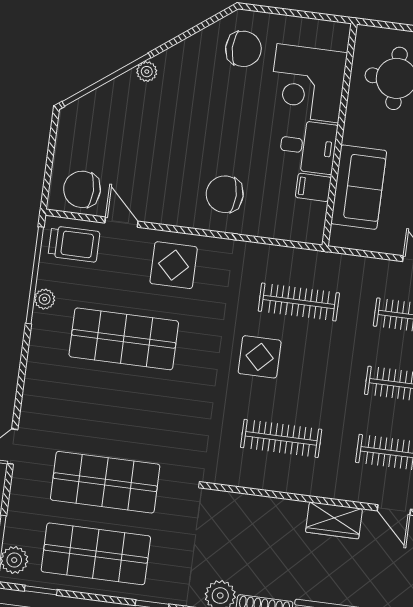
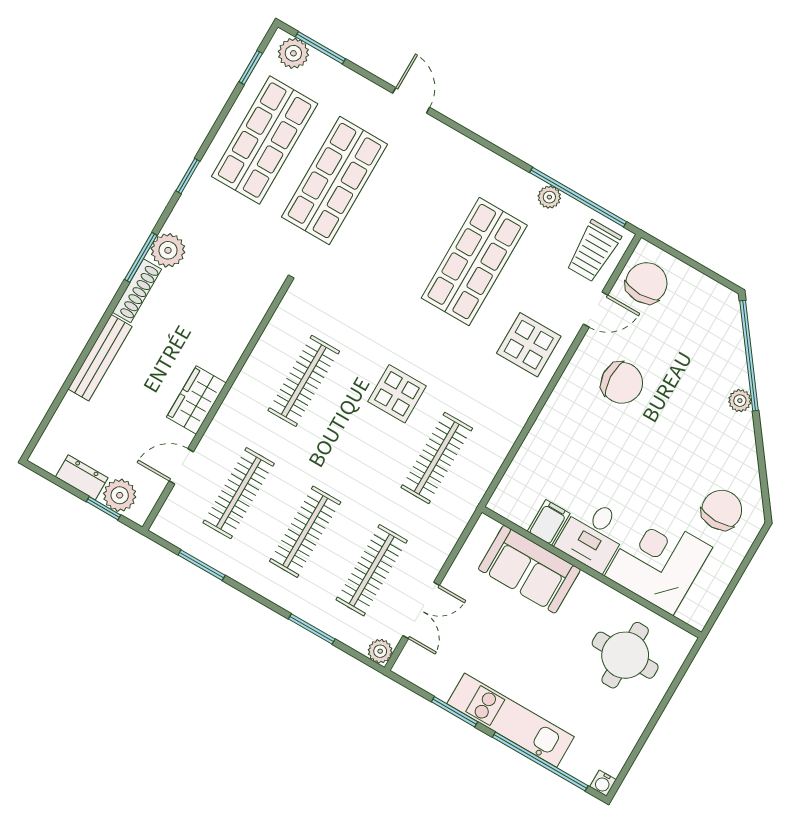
chair: (243, 49) -> (722, 510), turned 180
chair: (225, 194) -> (622, 383), moved, turned 88

